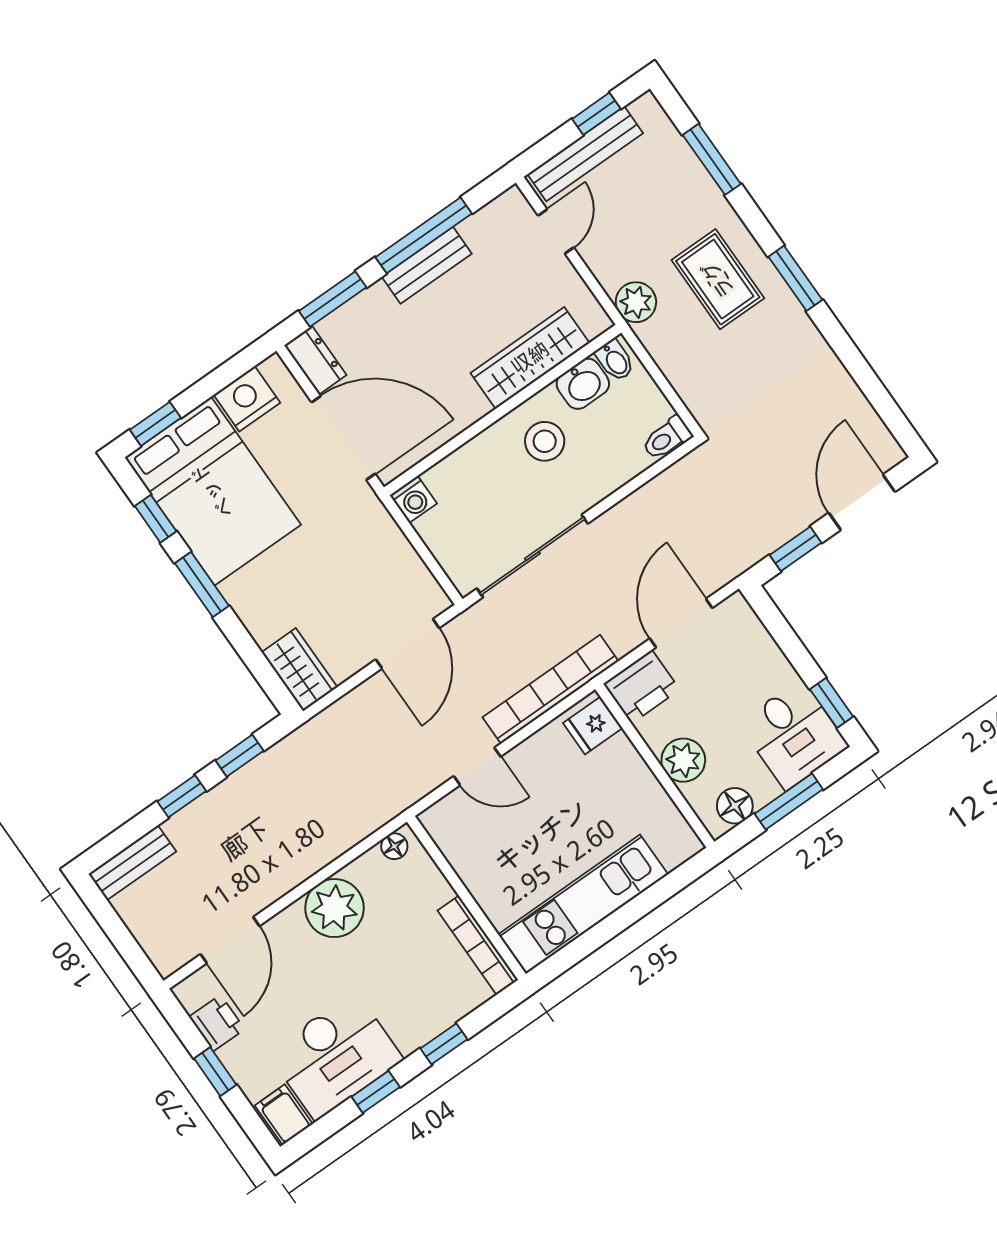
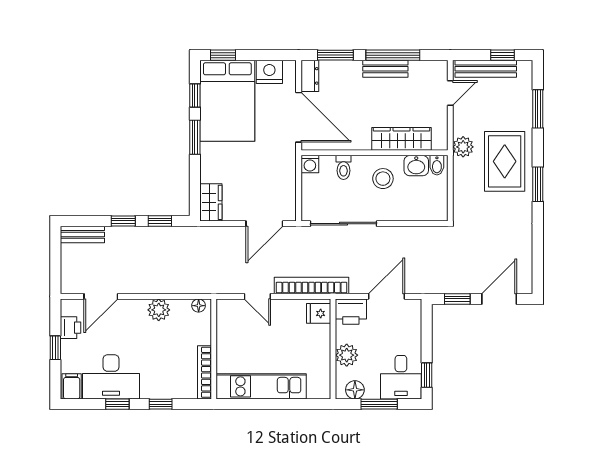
rug: (718, 279) -> (505, 161), width x1.36, depth x1.43
toilet: (667, 438) -> (343, 167), moved, turned -90
plant: (334, 908) -> (159, 310), width x0.73, depth x0.73

